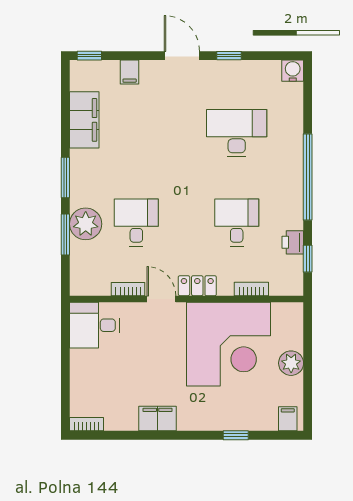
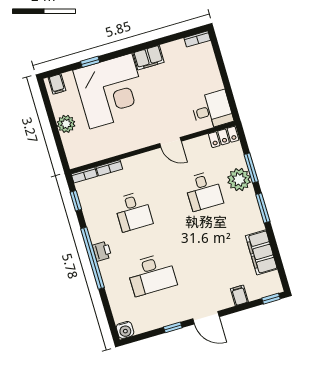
printer: (293, 242) -> (102, 251), moved
locker: (197, 286) -> (224, 137), moved
bookcase: (128, 289) -> (84, 175), moved
corner desk: (229, 344) -> (111, 91), moved, turned 180

